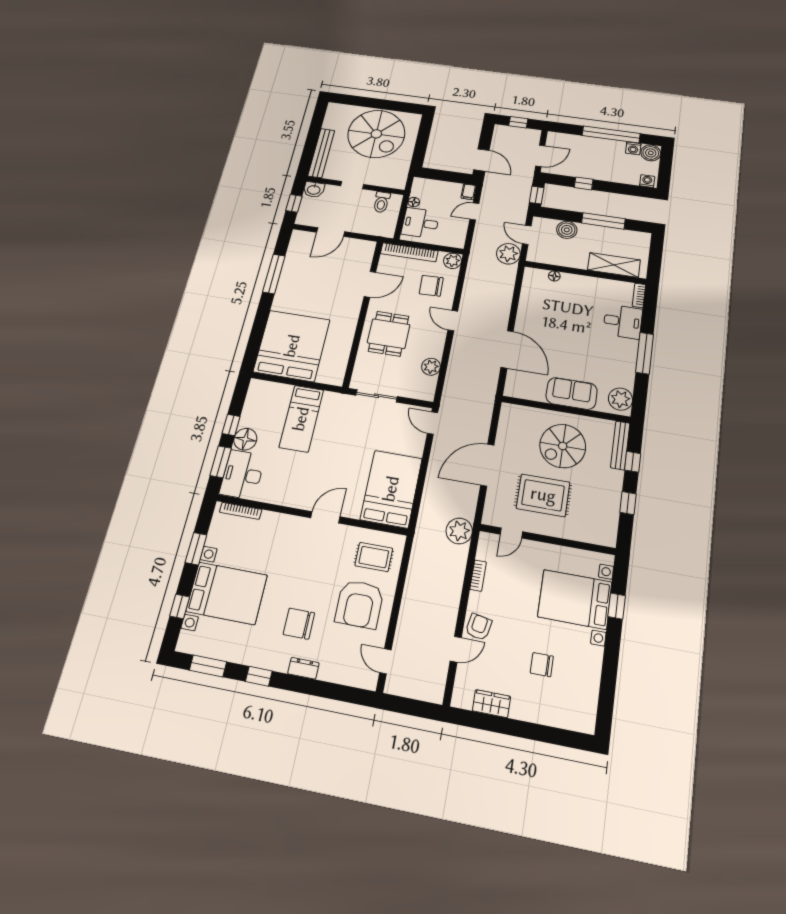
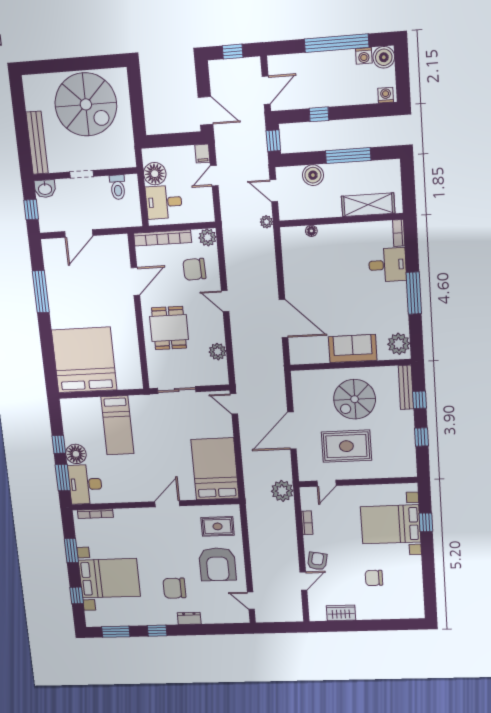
floor lamp: (414, 202) -> (155, 174), width x1.89, depth x1.89
plant: (508, 254) -> (266, 222), width x0.53, depth x0.53

